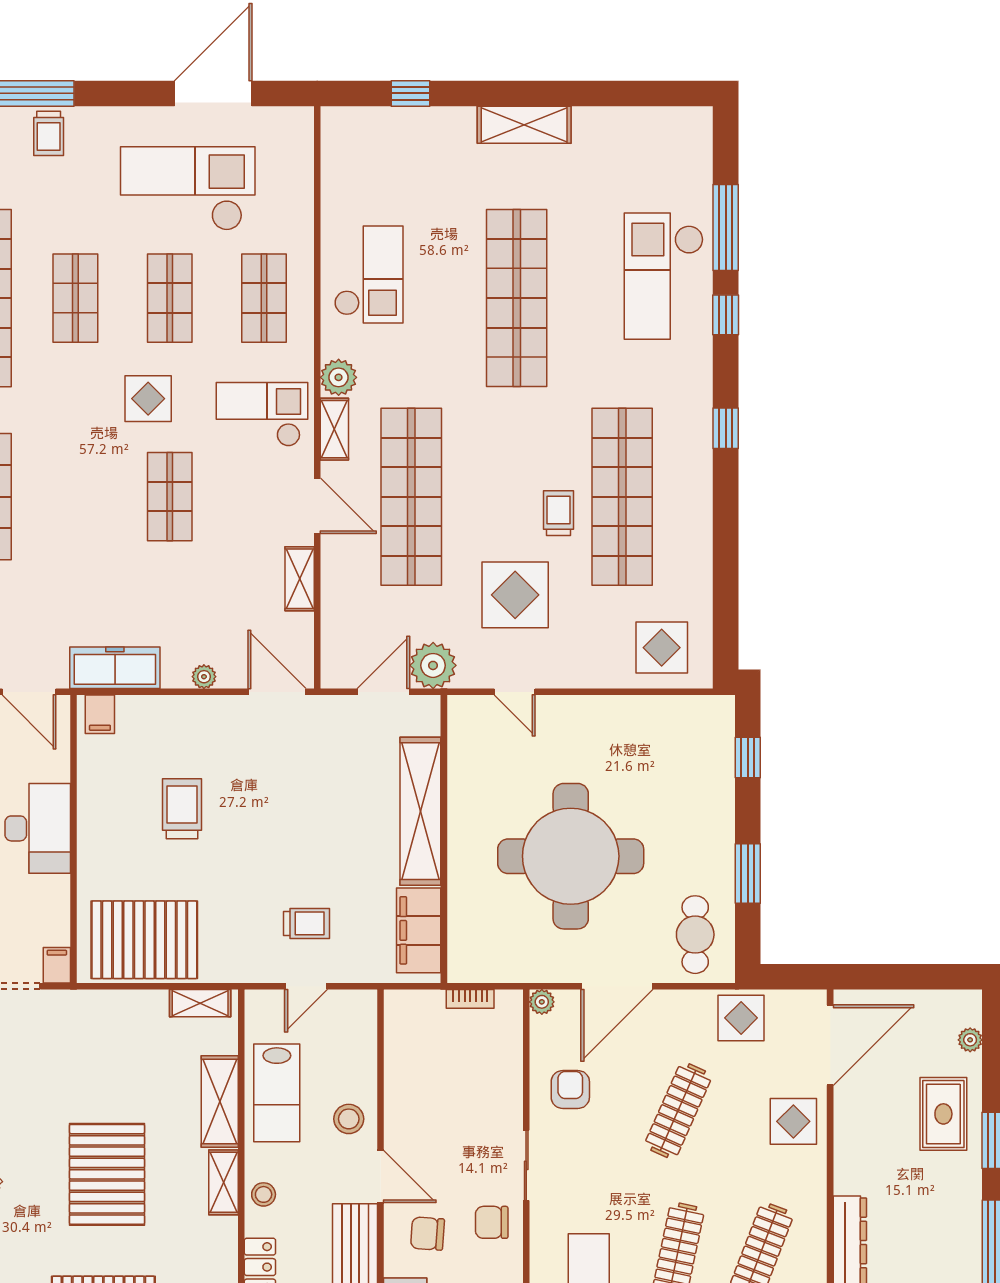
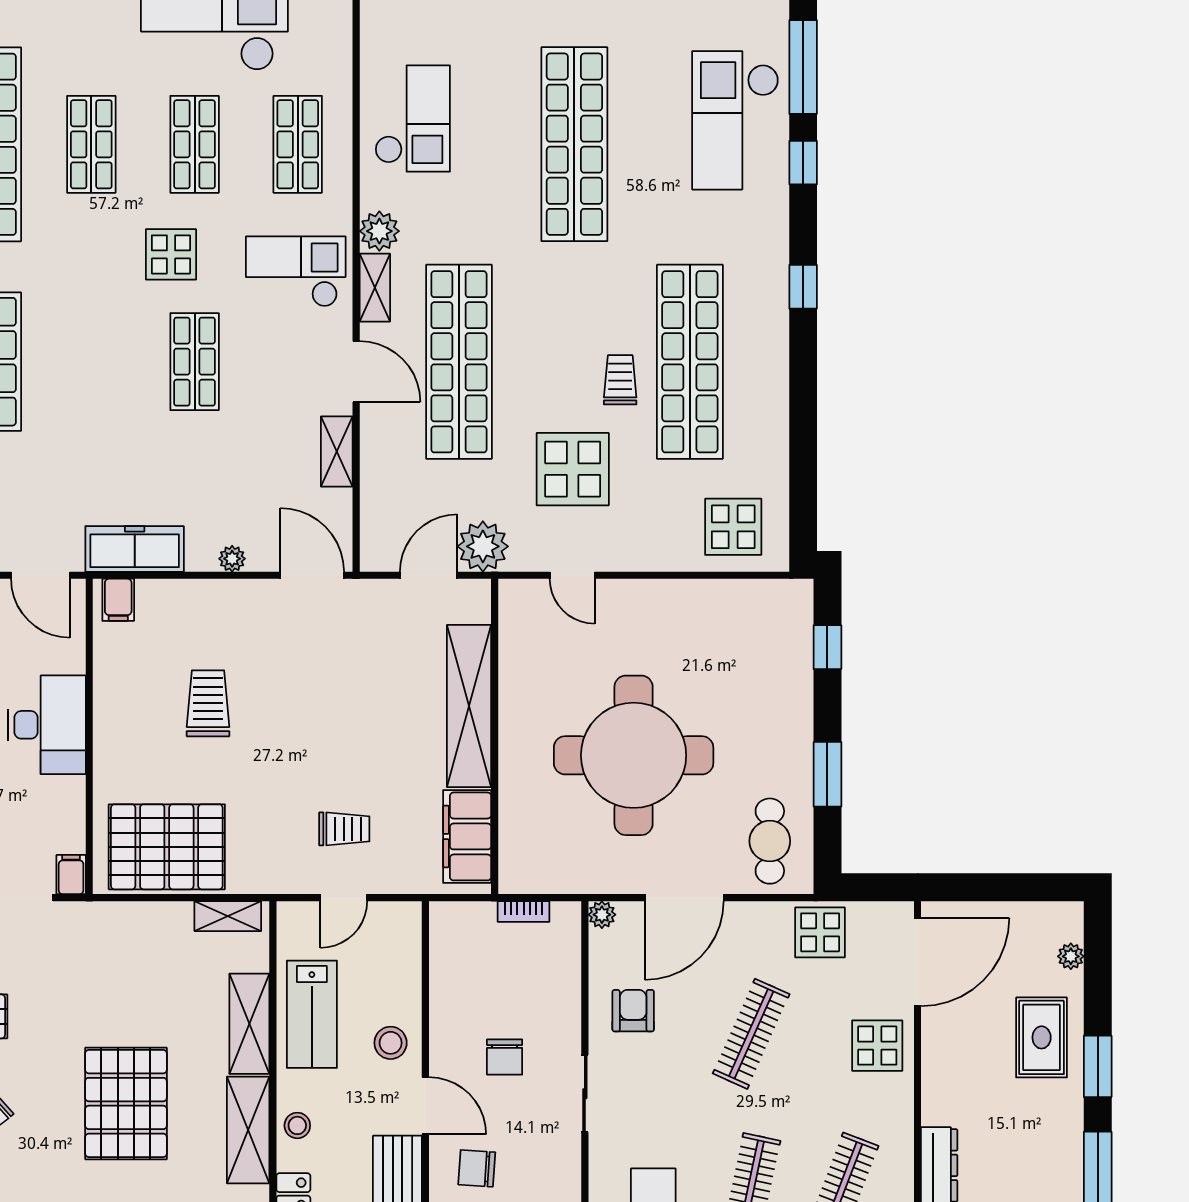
shelving: (223, 1182) -> (248, 1130), width x1.50, depth x1.33
chair: (492, 1222) -> (505, 1057), moved, turned -90

